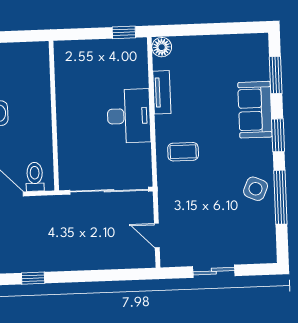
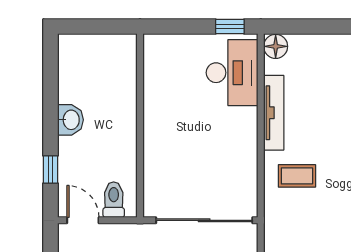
tv unit: (162, 92) -> (274, 113), width x1.41
desk: (129, 116) -> (232, 73), moved

